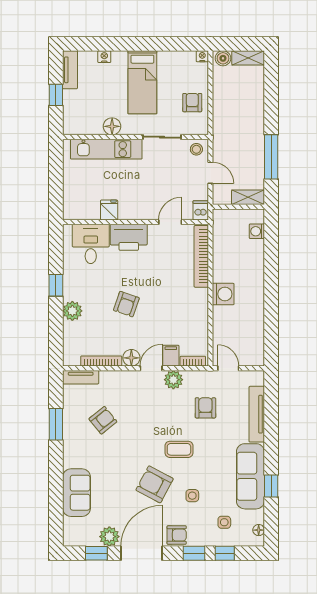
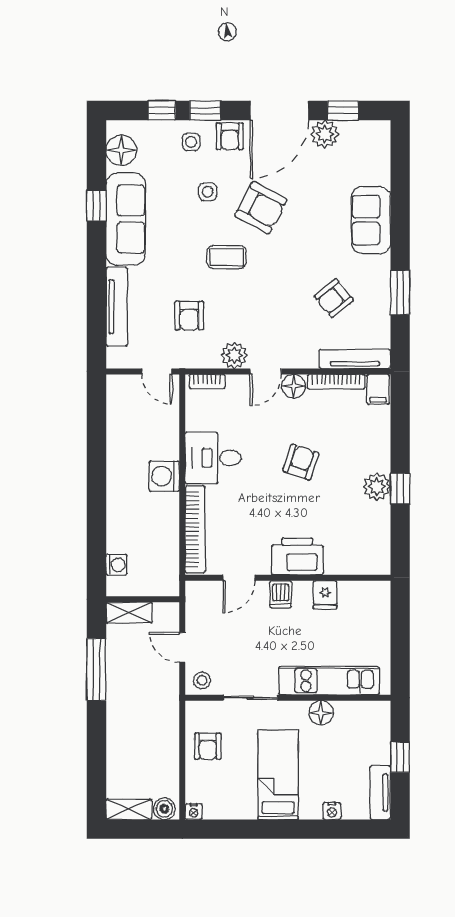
dishwasher: (201, 210) -> (281, 594), moved
desk: (91, 244) -> (213, 458), moved, turned 90
plant: (72, 311) -> (377, 487), moved
filing cabinet: (171, 356) -> (378, 389), moved
tv unit: (81, 377) -> (355, 359), width x1.41
sofa: (77, 493) -> (371, 220), moved
side table: (224, 522) -> (191, 142), moved
floor lamp: (259, 530) -> (121, 150), width x1.89, depth x1.89
armchair: (177, 535) -> (230, 136), turned -90

